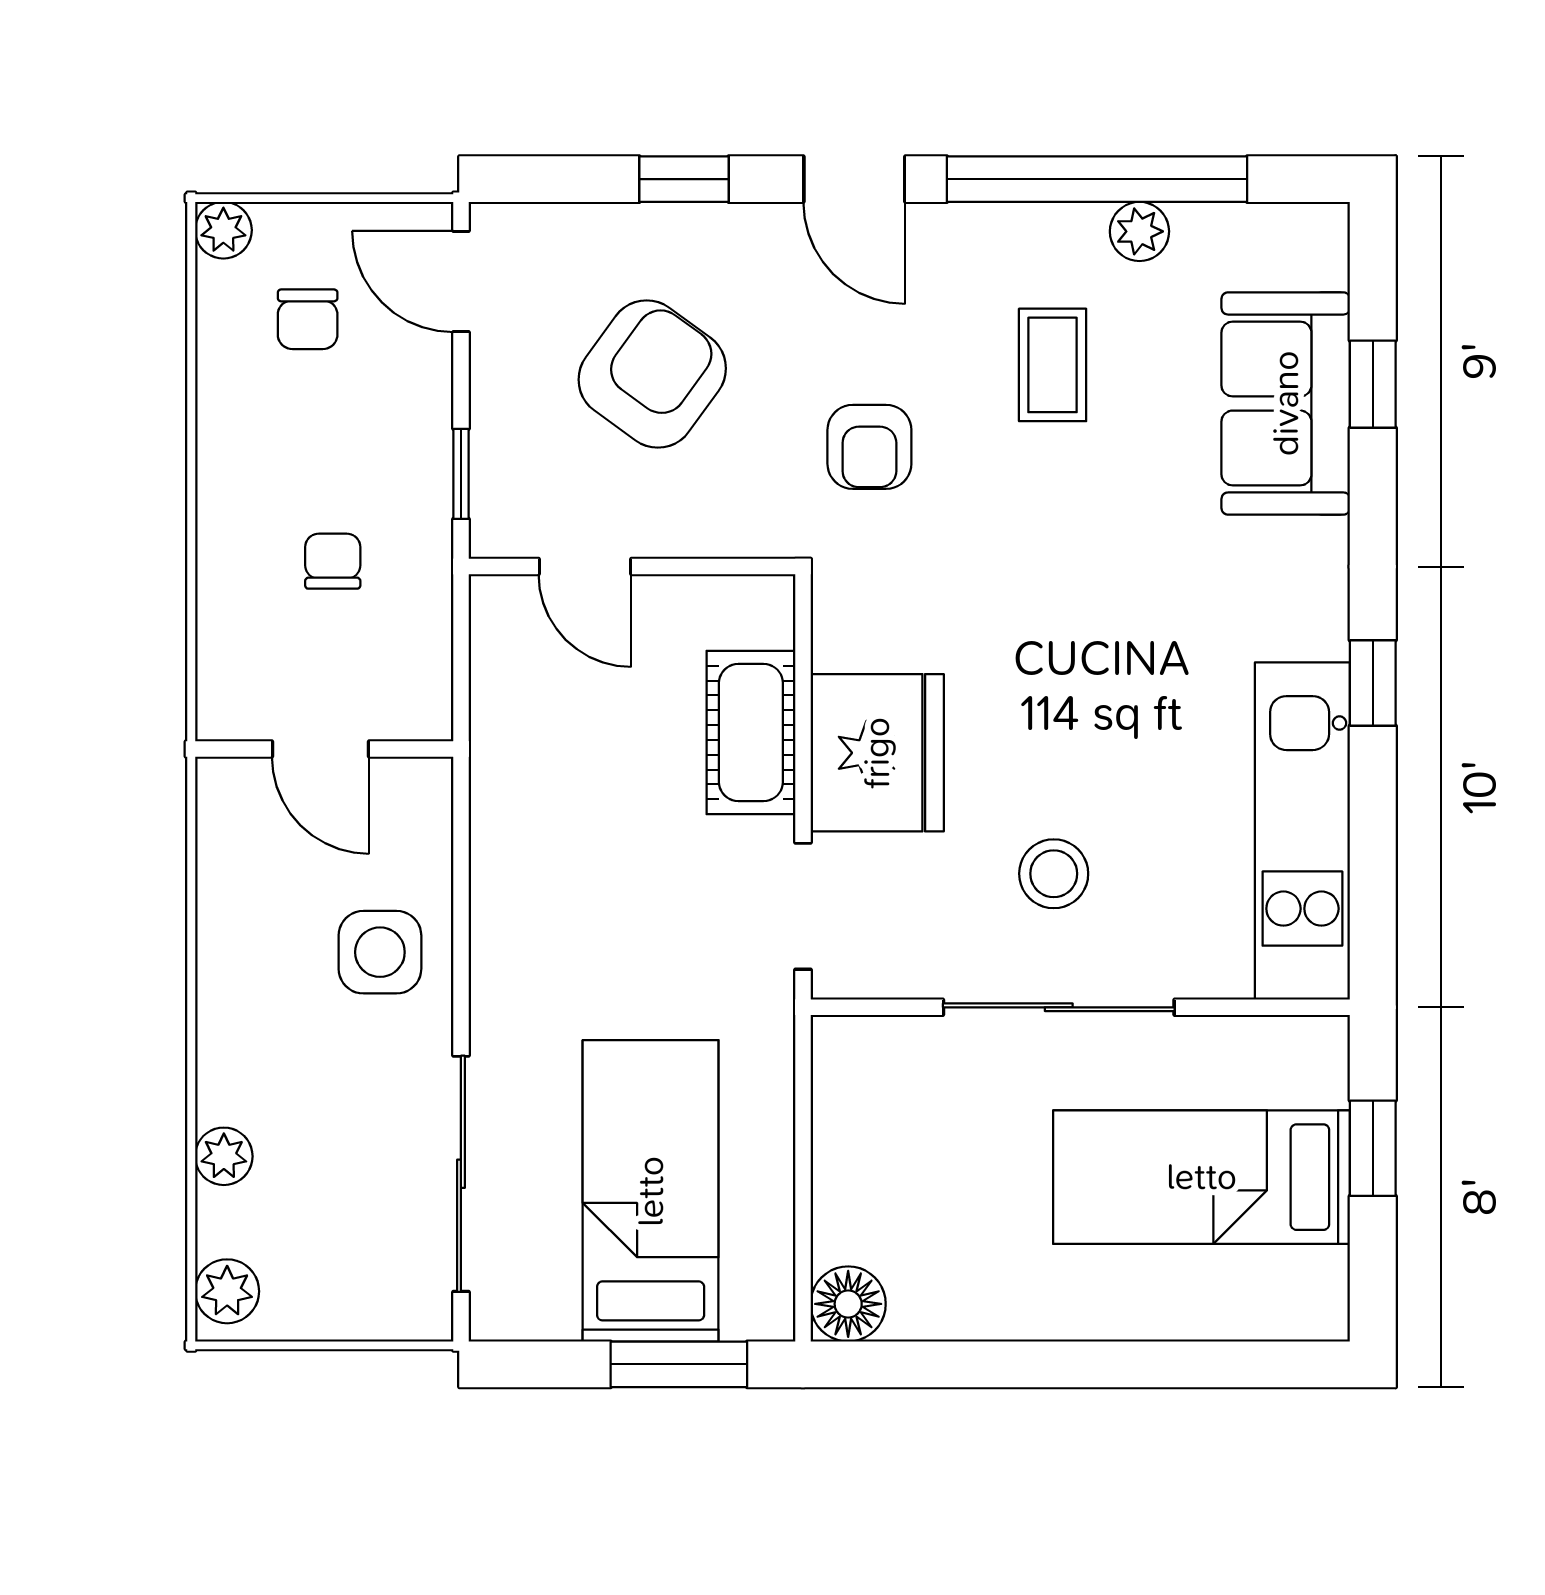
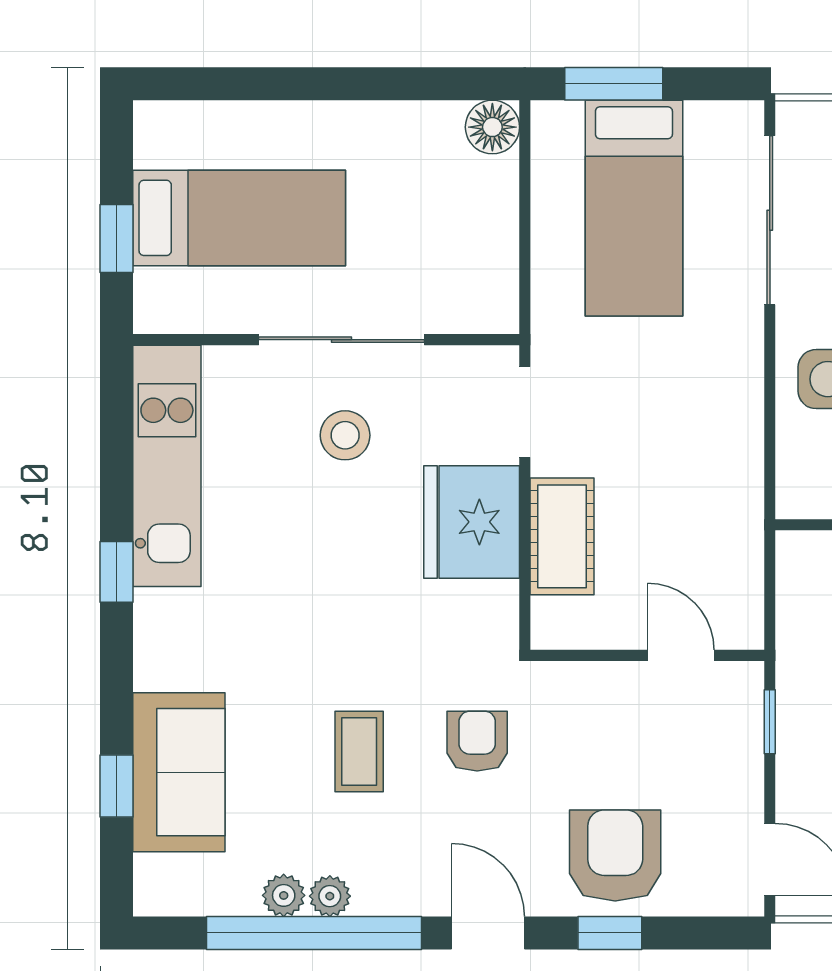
plant: (1075, 230) -> (330, 896), added
coffee table: (1053, 365) -> (359, 751), moved
armchair: (652, 374) -> (615, 856), moved, turned 144

